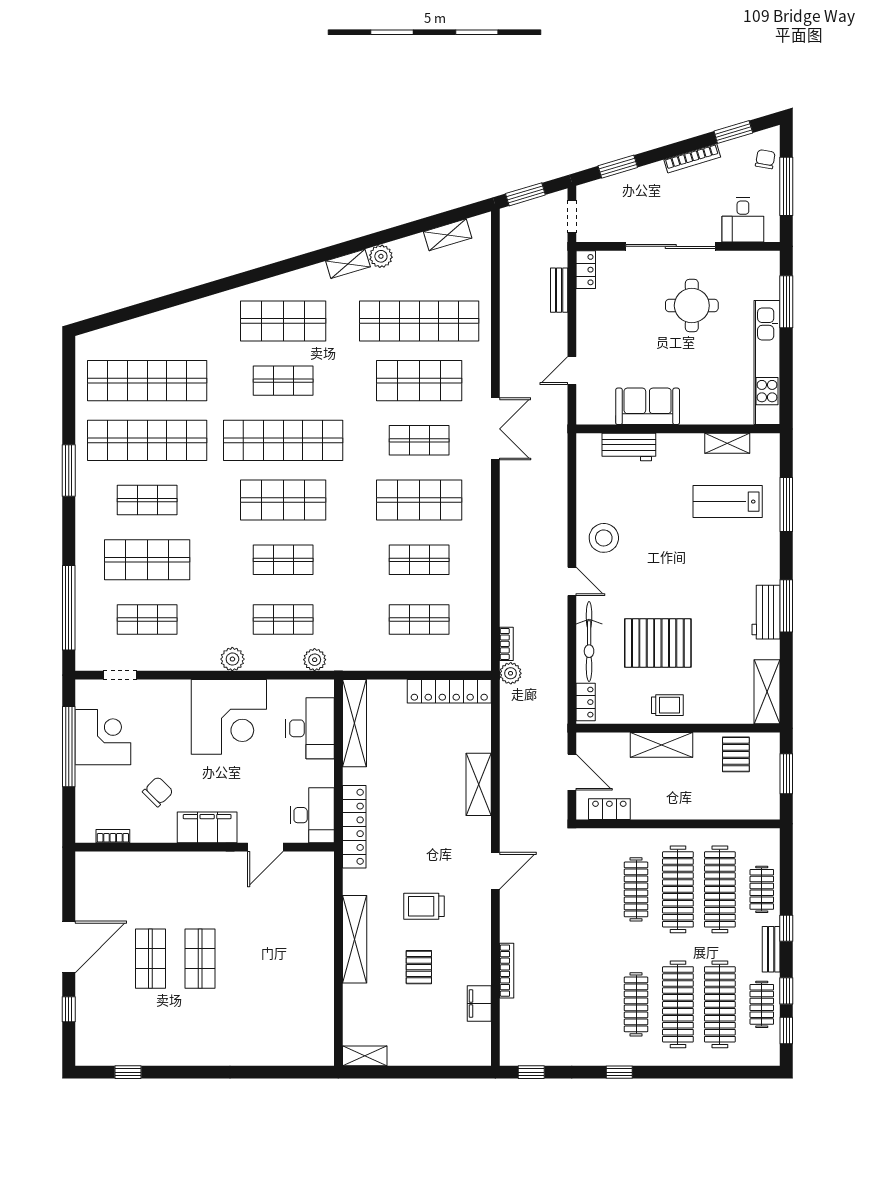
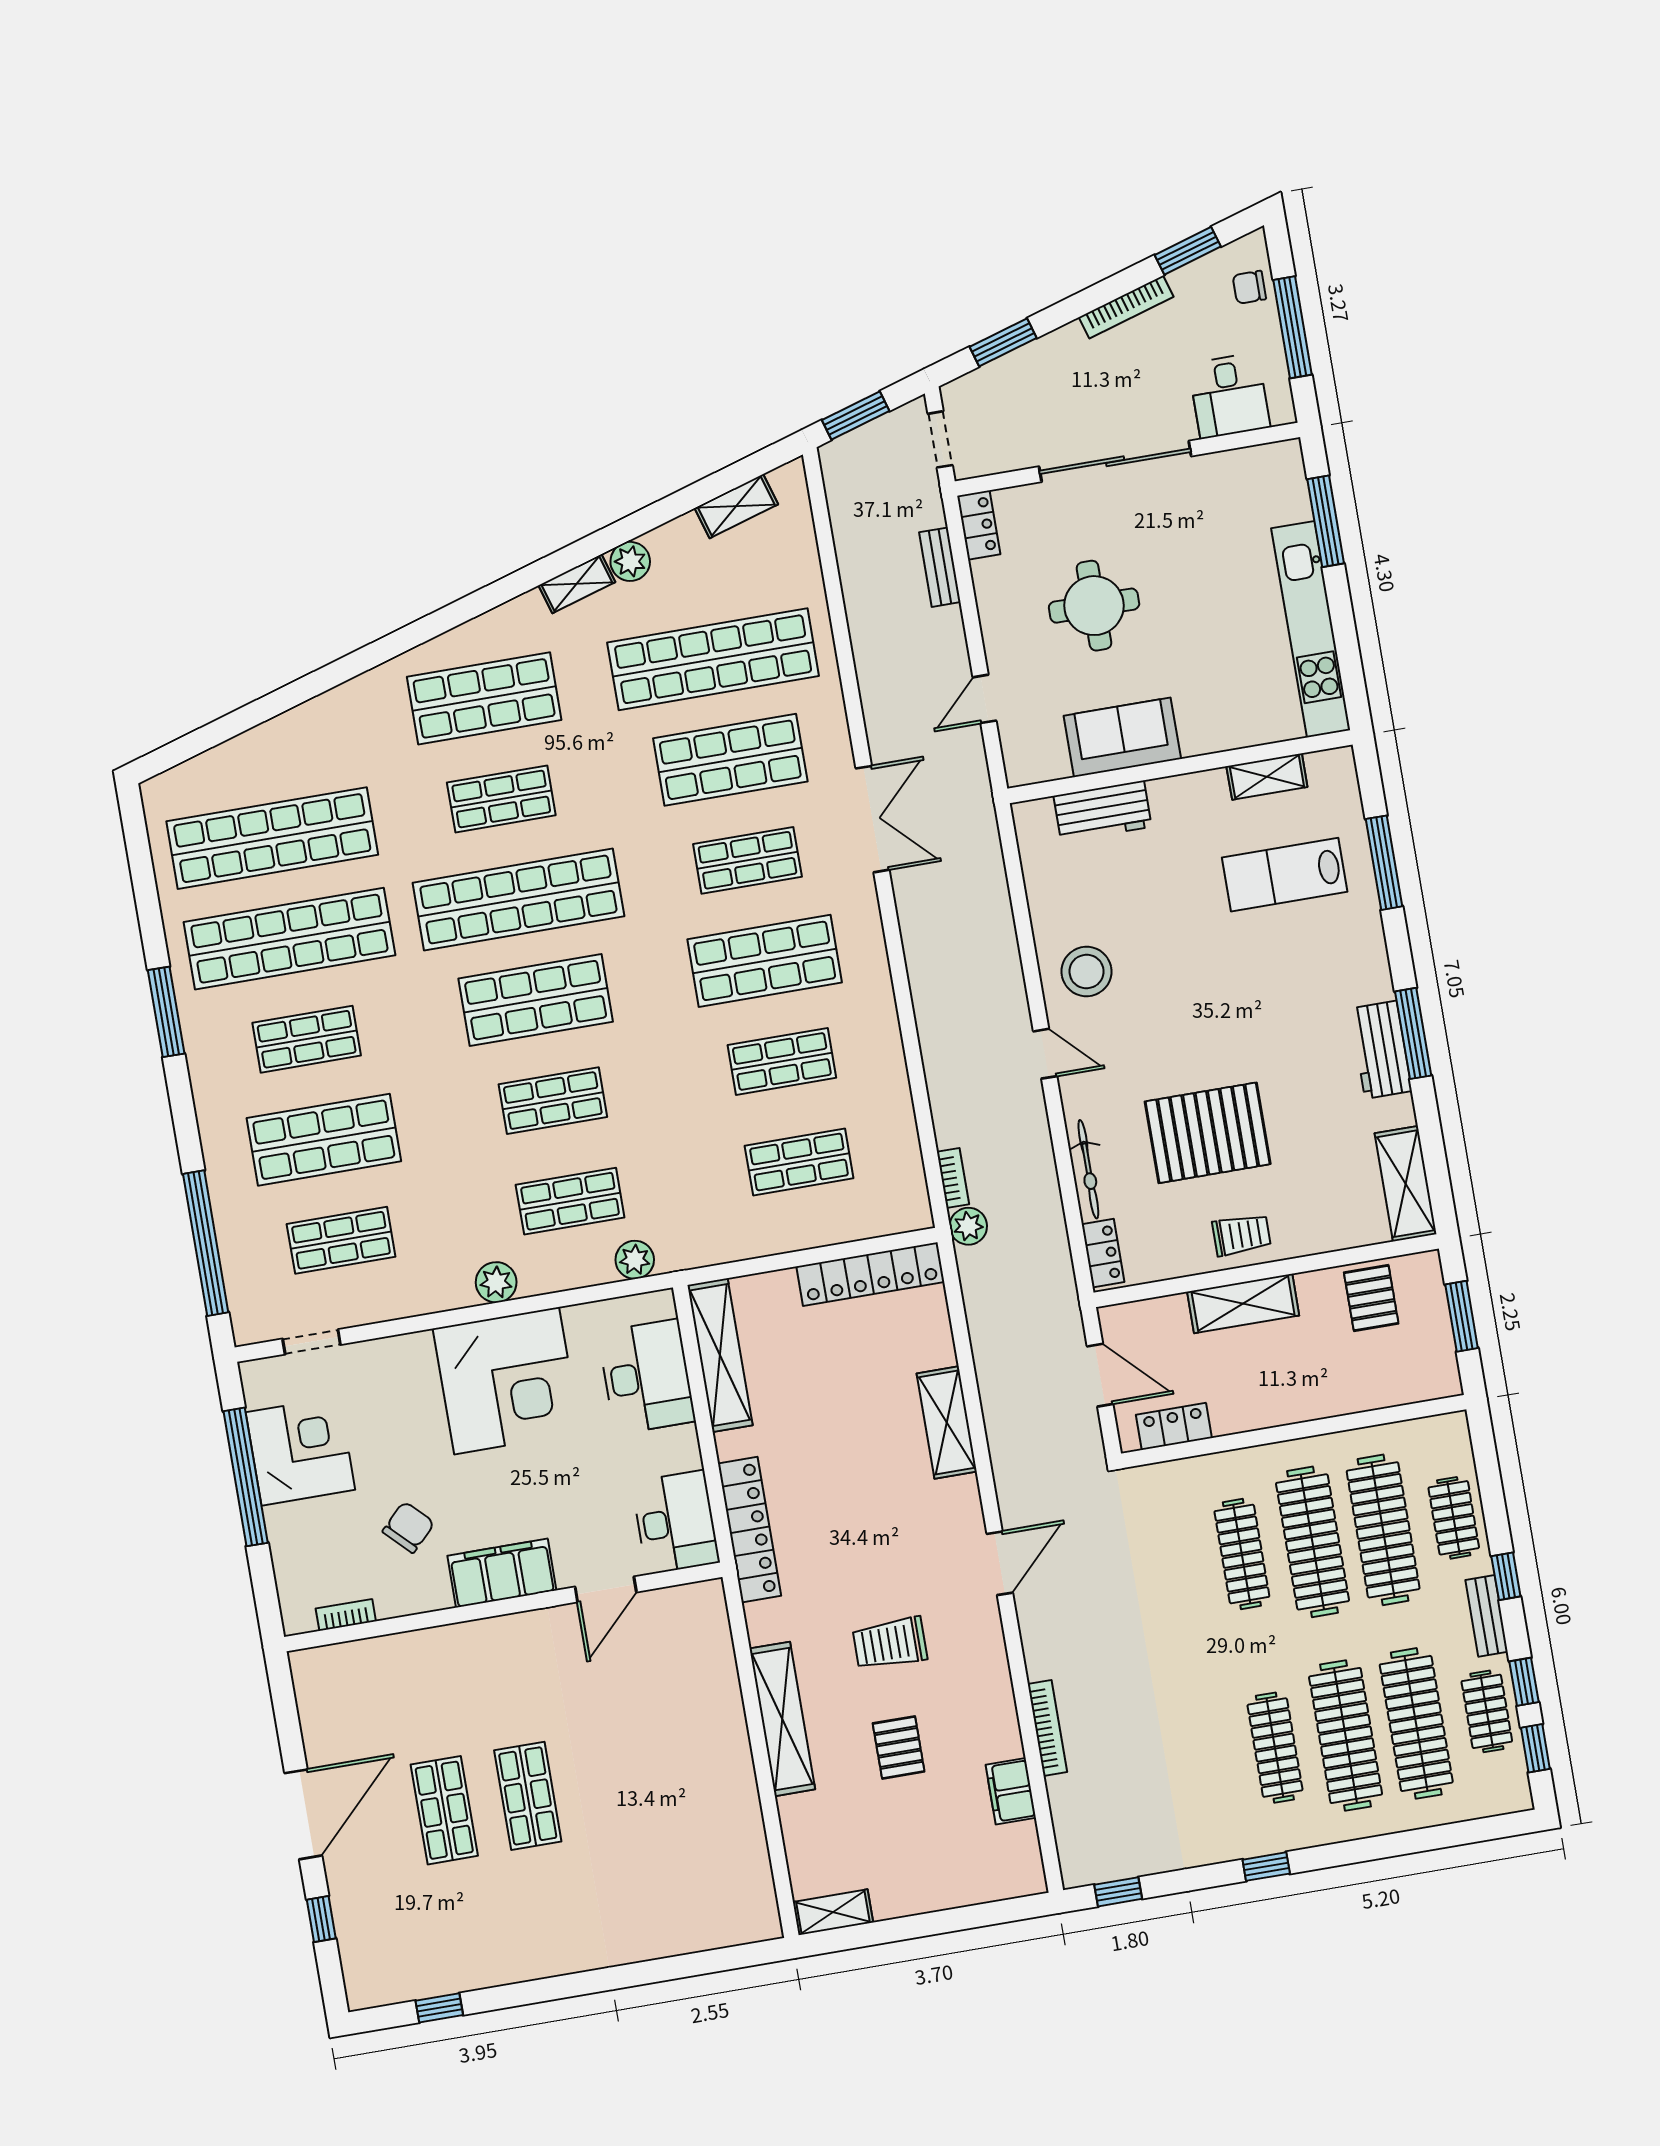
chair: (765, 159) -> (1249, 287), turned -100
round table: (692, 306) -> (1094, 606), moved
bicycle: (589, 641) -> (1088, 1169), width x0.73, depth x0.71

